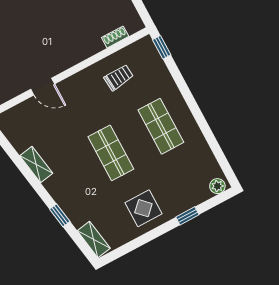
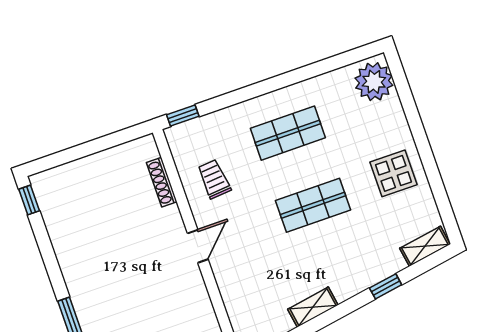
shoe rack: (115, 37) -> (162, 182), width x1.43
door: (43, 87) -> (198, 246), moved
plant: (217, 186) -> (374, 82), width x1.88, depth x1.88
window: (187, 216) -> (413, 117), removed

